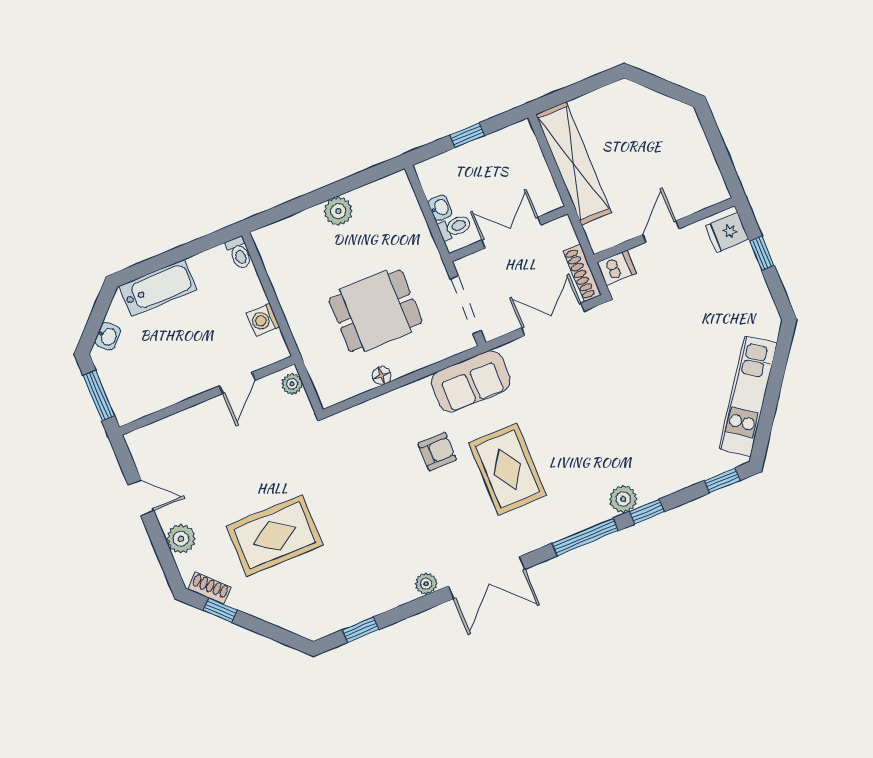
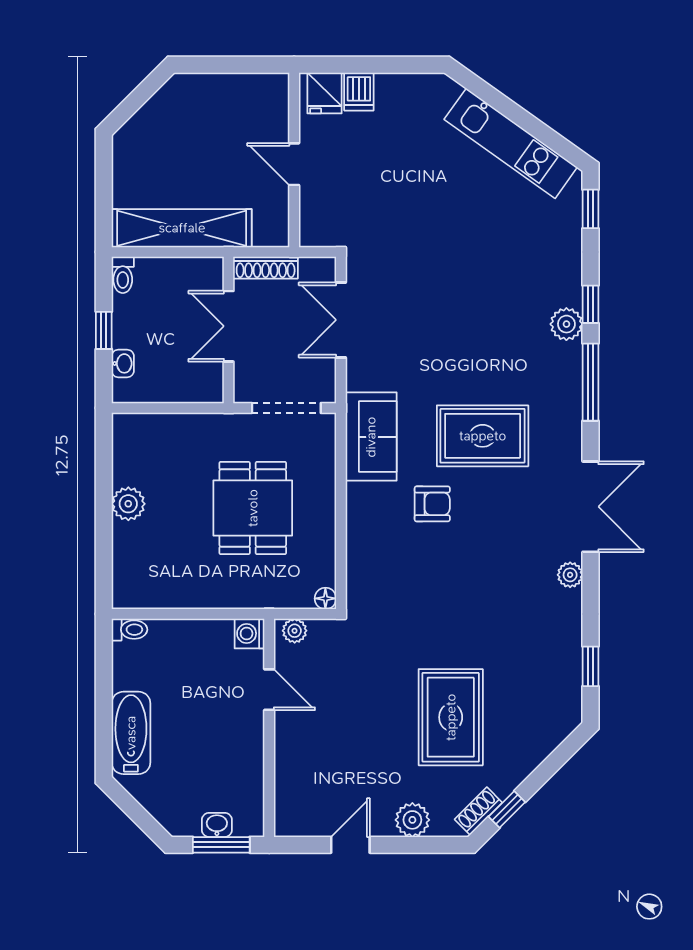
washbasin: (440, 208) -> (123, 363), moved, turned 90
toilet: (455, 227) -> (123, 275), moved, turned 180
window: (762, 253) -> (362, 65), removed
dishwasher: (617, 268) -> (359, 92), moved, turned 180
shoe rack: (582, 273) -> (266, 268), moved
washing machine: (263, 320) -> (250, 633), moved, turned 90
washbasin: (108, 336) -> (217, 825), moved, turned -45
floor lamp: (382, 376) -> (325, 598), moved
armchair: (437, 451) -> (432, 504), turned 90

